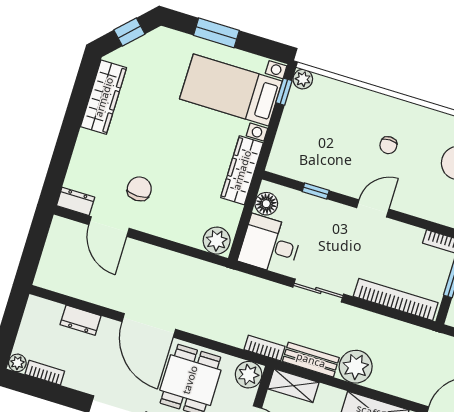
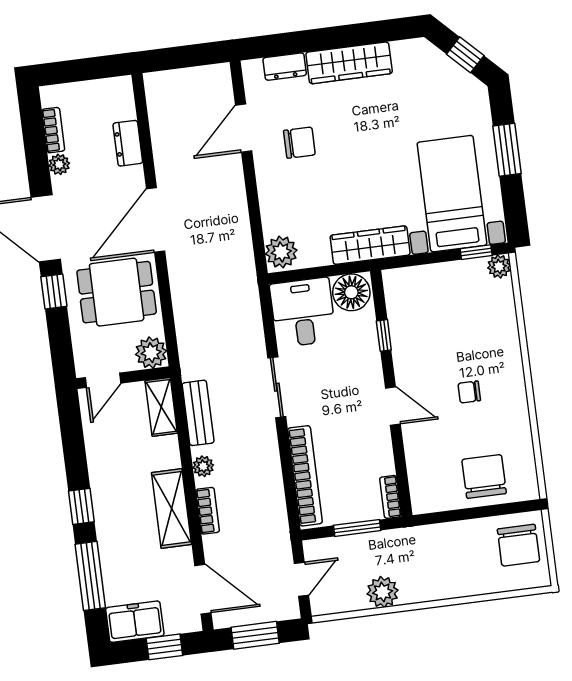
wardrobe: (104, 97) -> (349, 63), moved
dresser: (76, 201) -> (285, 67), moved, turned 90
floor lamp: (266, 204) -> (351, 292), width x1.38, depth x1.38
bookcase: (264, 348) -> (208, 511), moved
plant: (17, 363) -> (59, 164), moved
plant: (356, 367) -> (203, 466), width x0.53, depth x0.53

